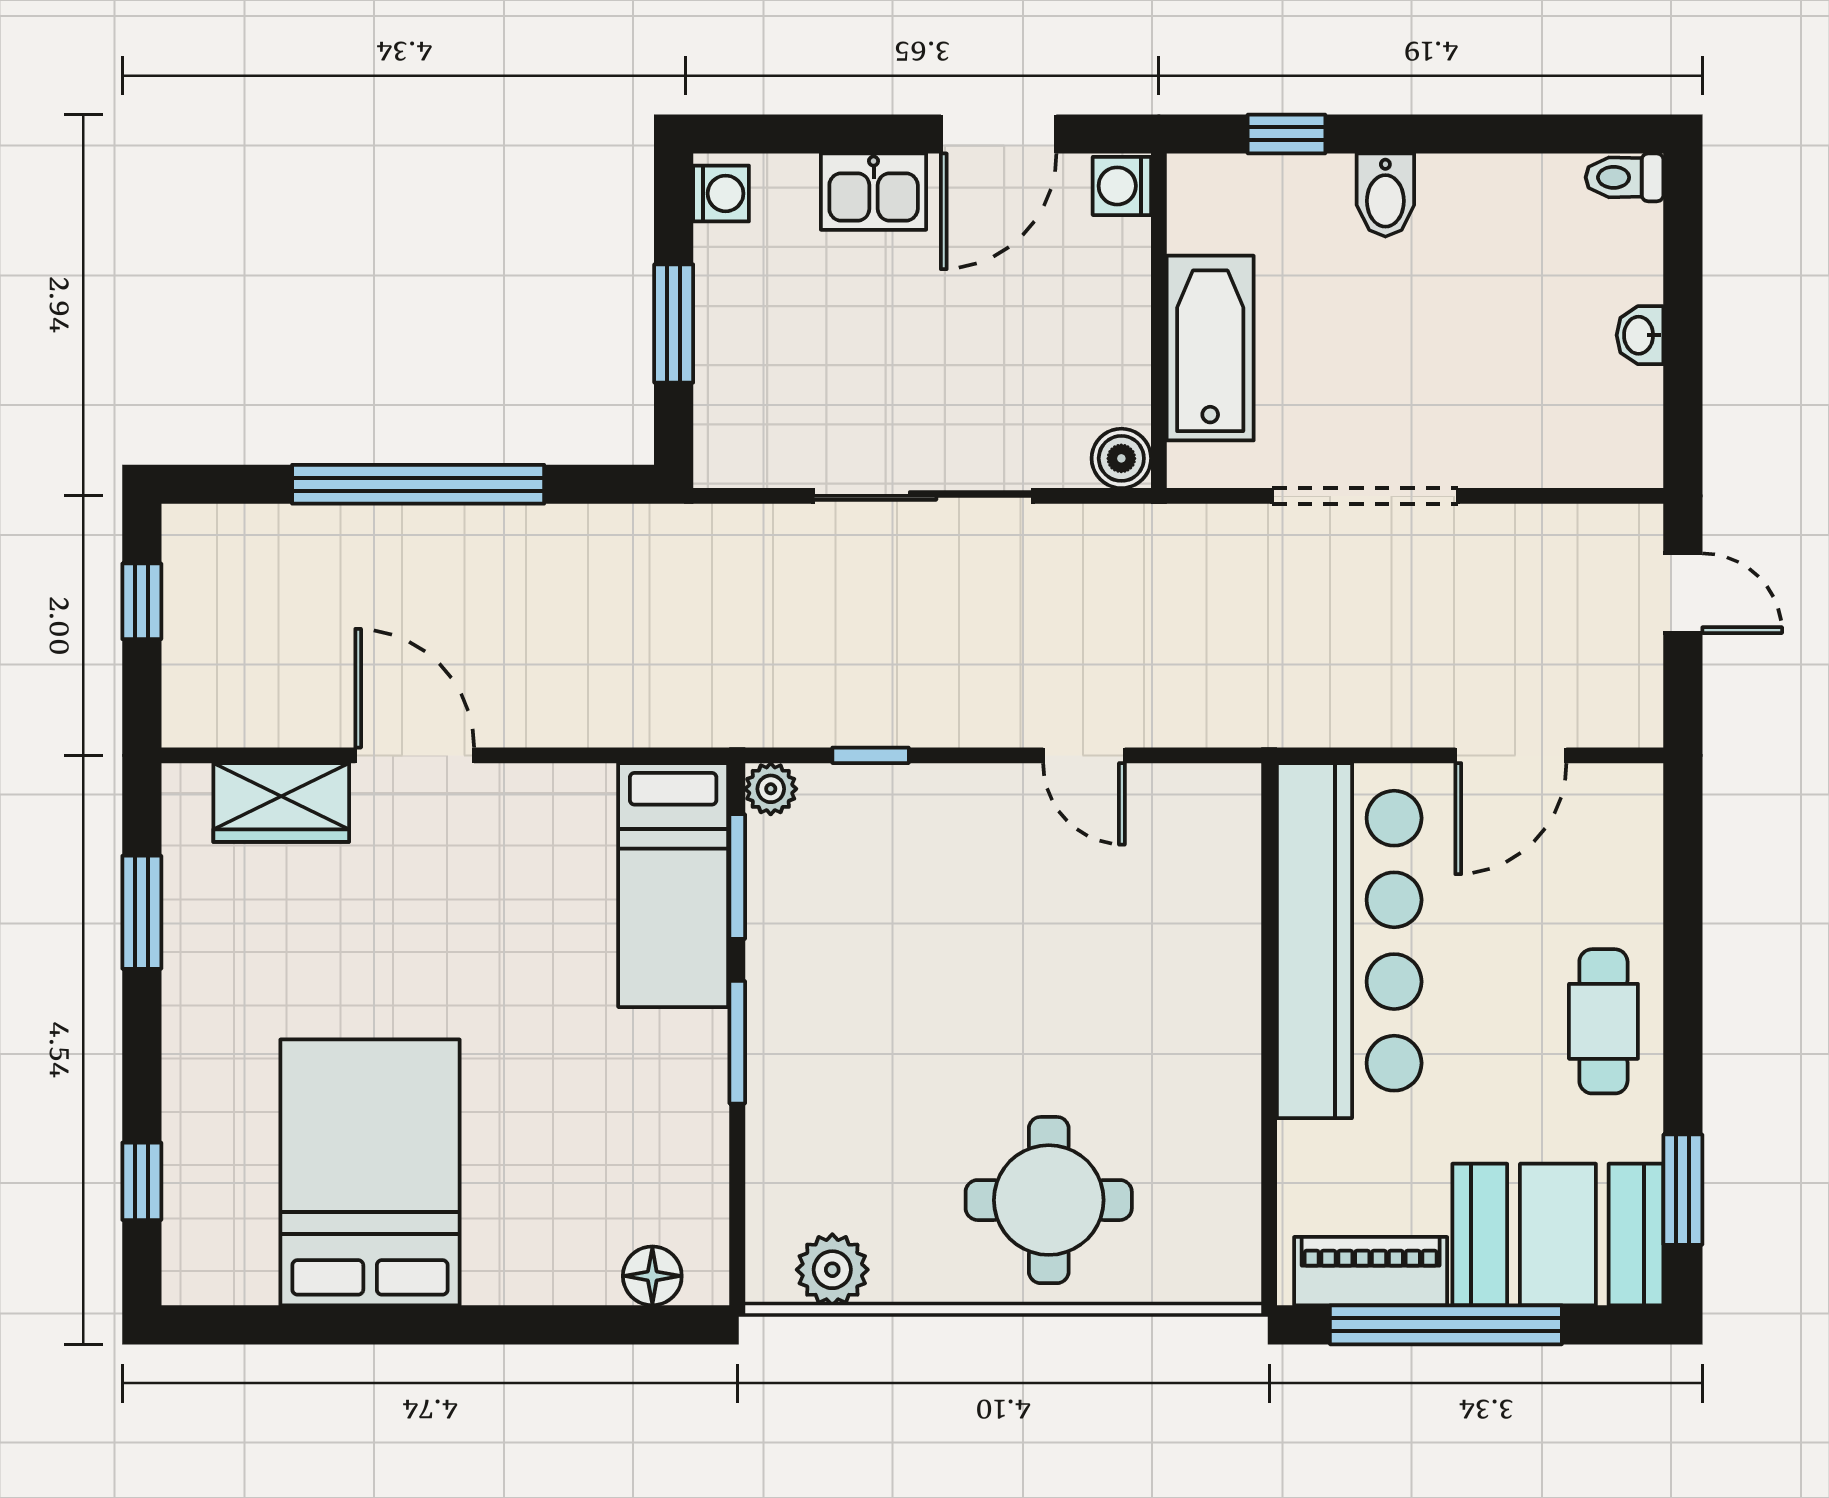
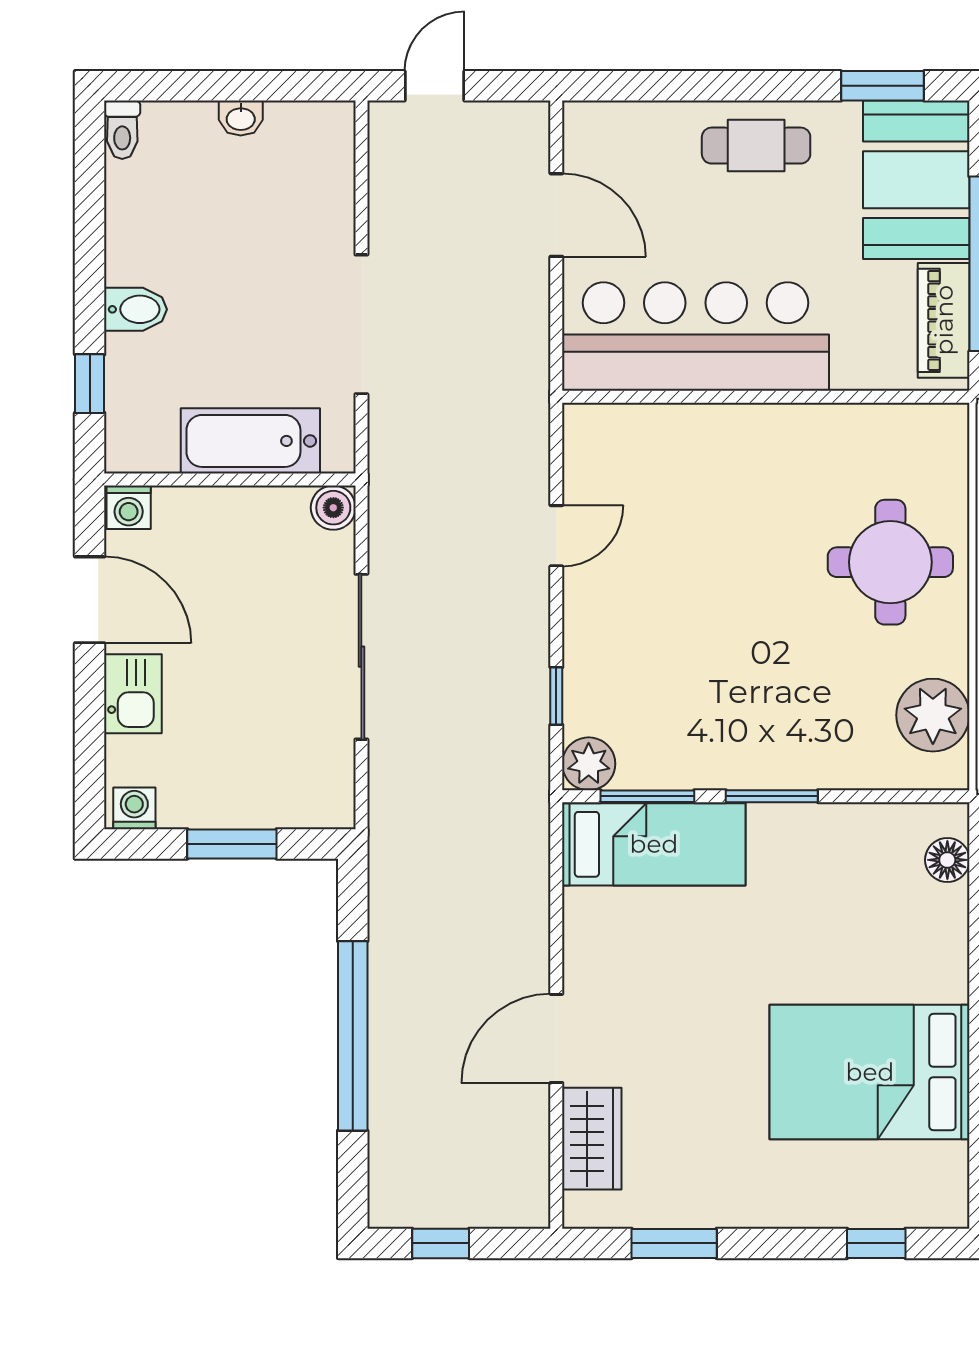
plant: (771, 789) -> (589, 764), width x1.38, depth x1.38
plant: (832, 1270) -> (933, 715), width x1.36, depth x1.36

